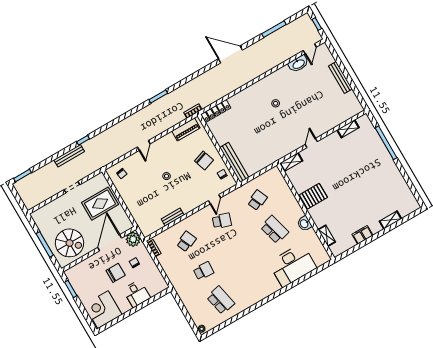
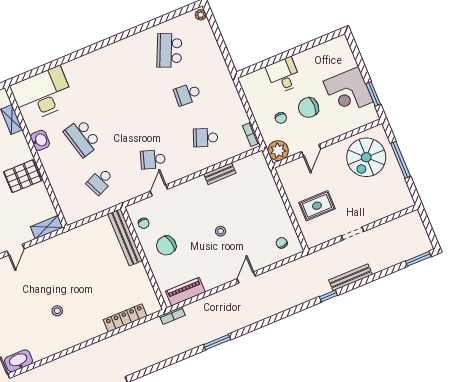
locker: (216, 111) -> (125, 318), moved
chair: (204, 161) -> (166, 246), turned -83
rug: (100, 204) -> (317, 206), width x0.73, depth x0.70
school desk: (186, 241) -> (205, 138), turned 45
spiral stairs: (70, 243) -> (366, 157), turned -90
door: (110, 243) -> (311, 150), width x0.53
desk: (293, 265) -> (42, 94), moved
school desk: (221, 300) -> (169, 50), turned 36
corner desk: (103, 310) -> (348, 92), moved, turned 90

